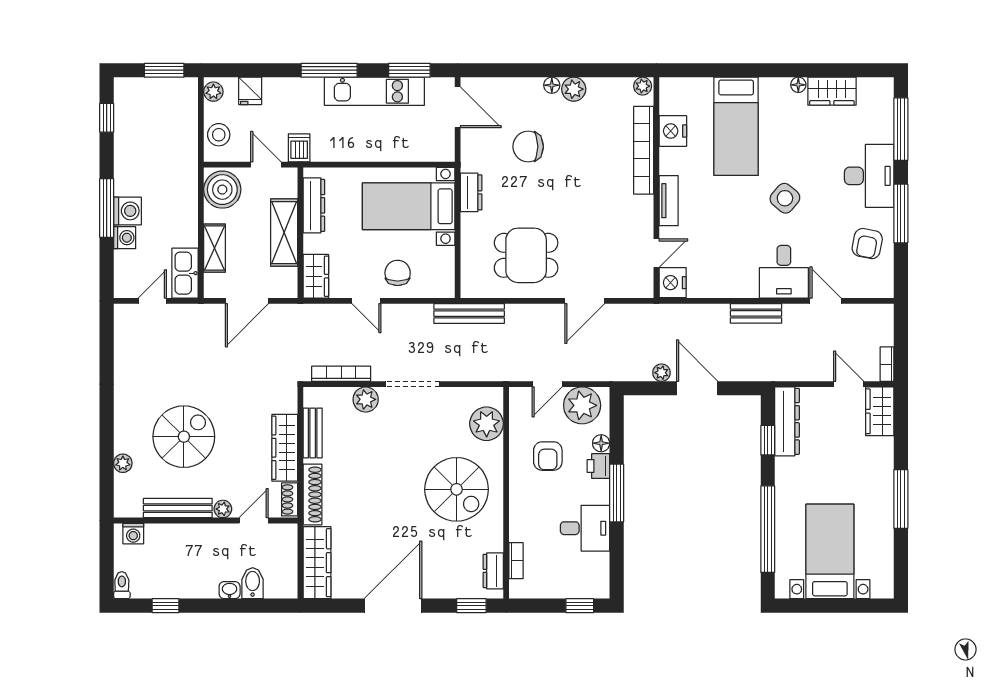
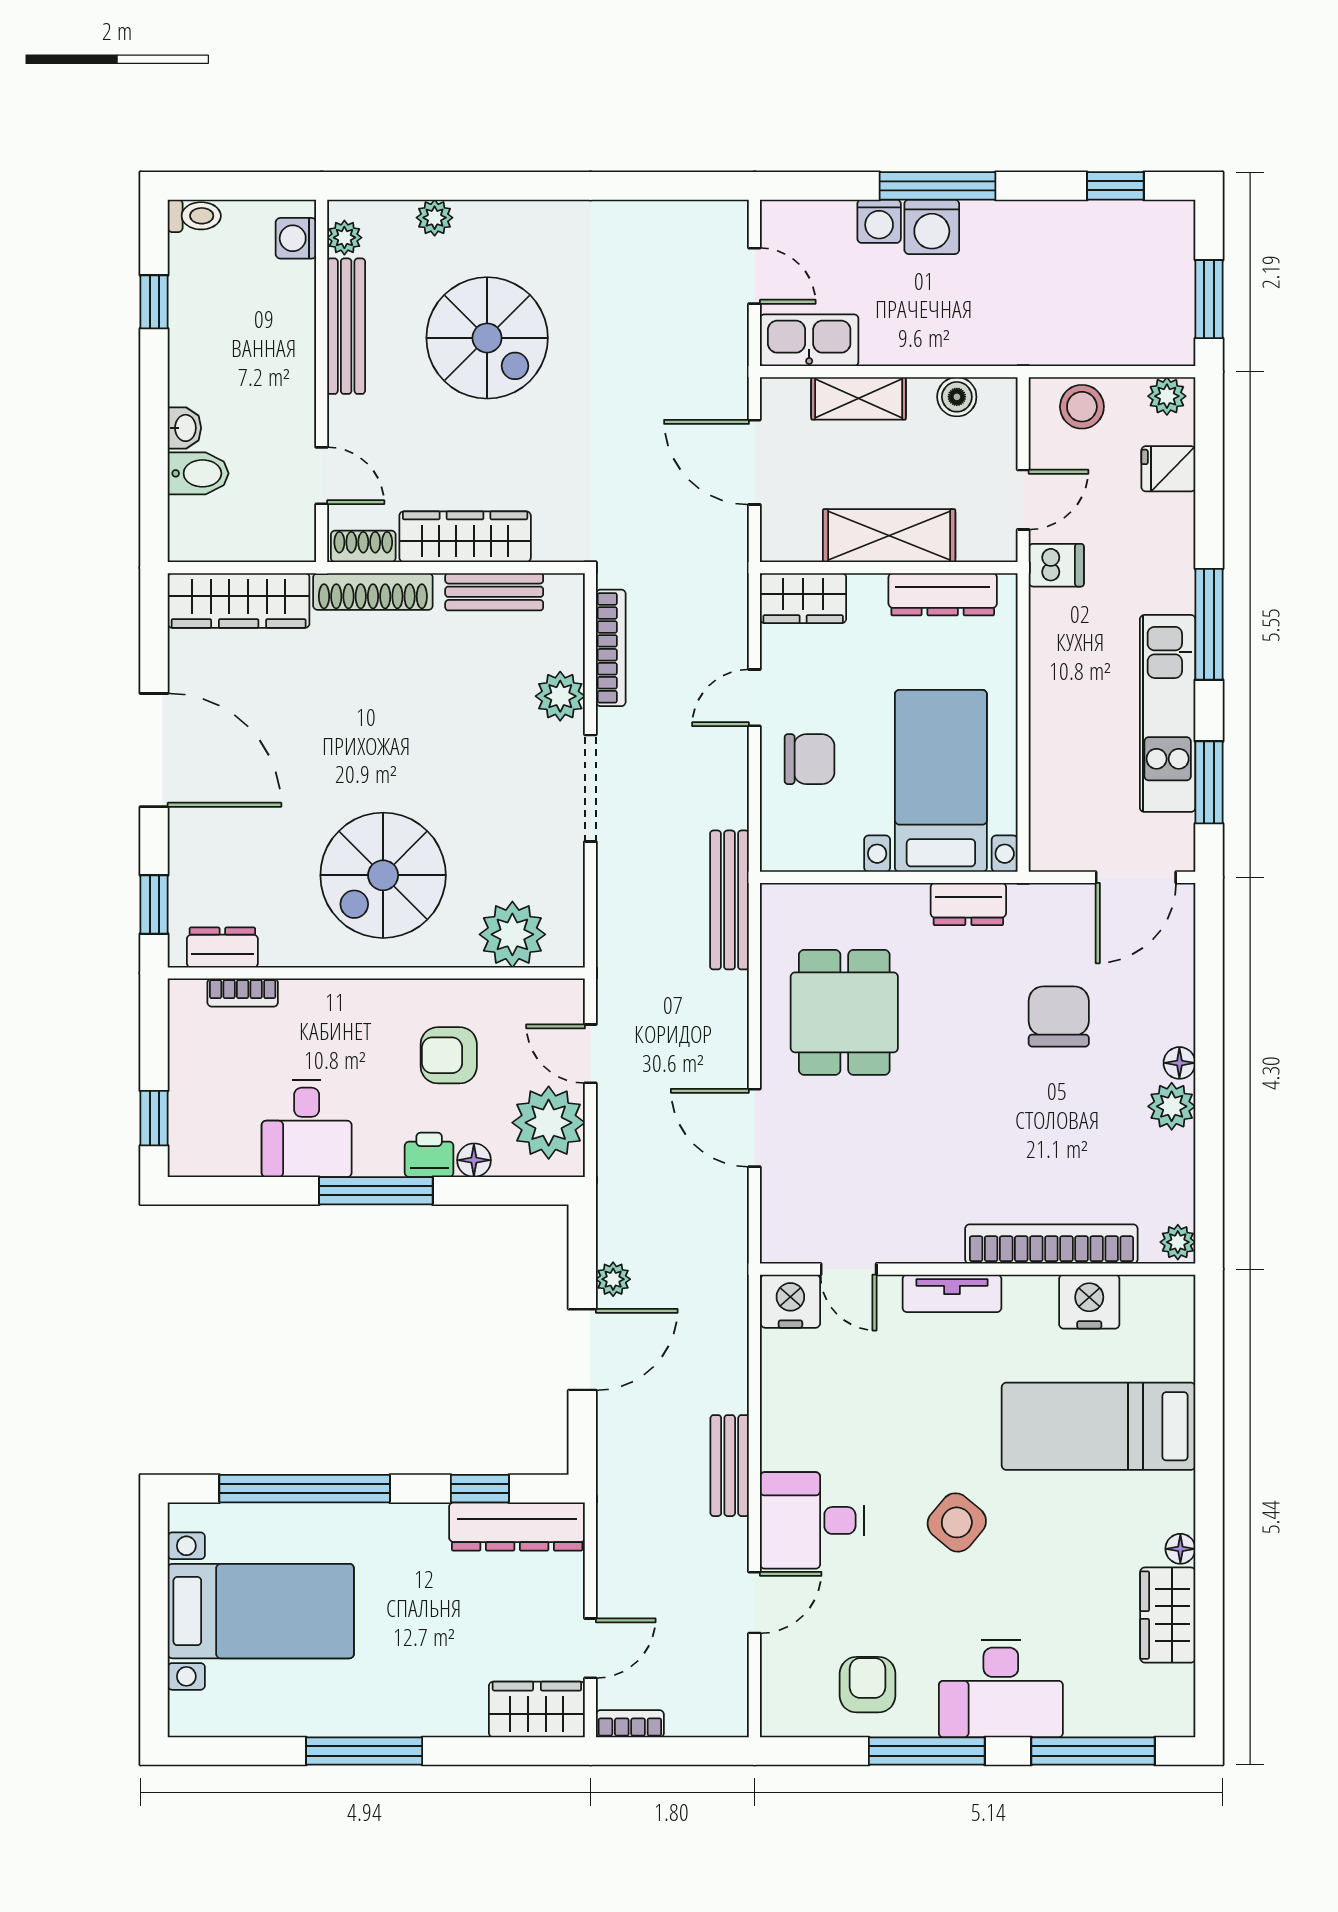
boiler: (222, 190) -> (957, 397), width x0.54, depth x0.54
armchair: (867, 244) -> (867, 1685), turned 79
plant: (223, 509) -> (344, 238), moved

